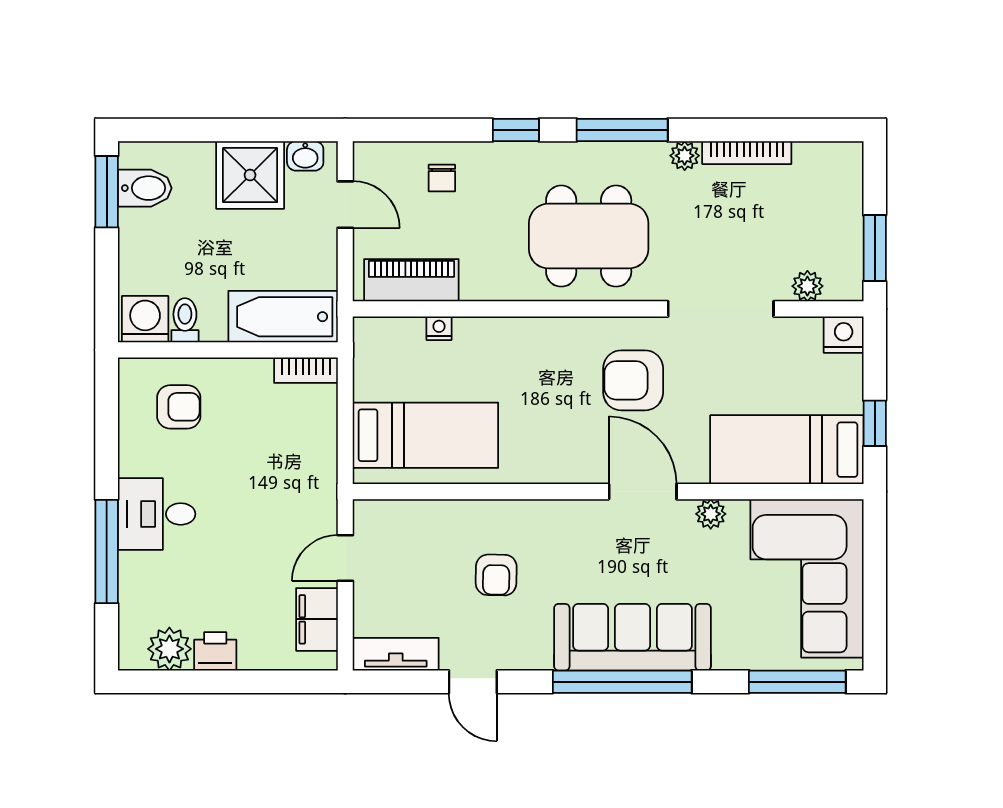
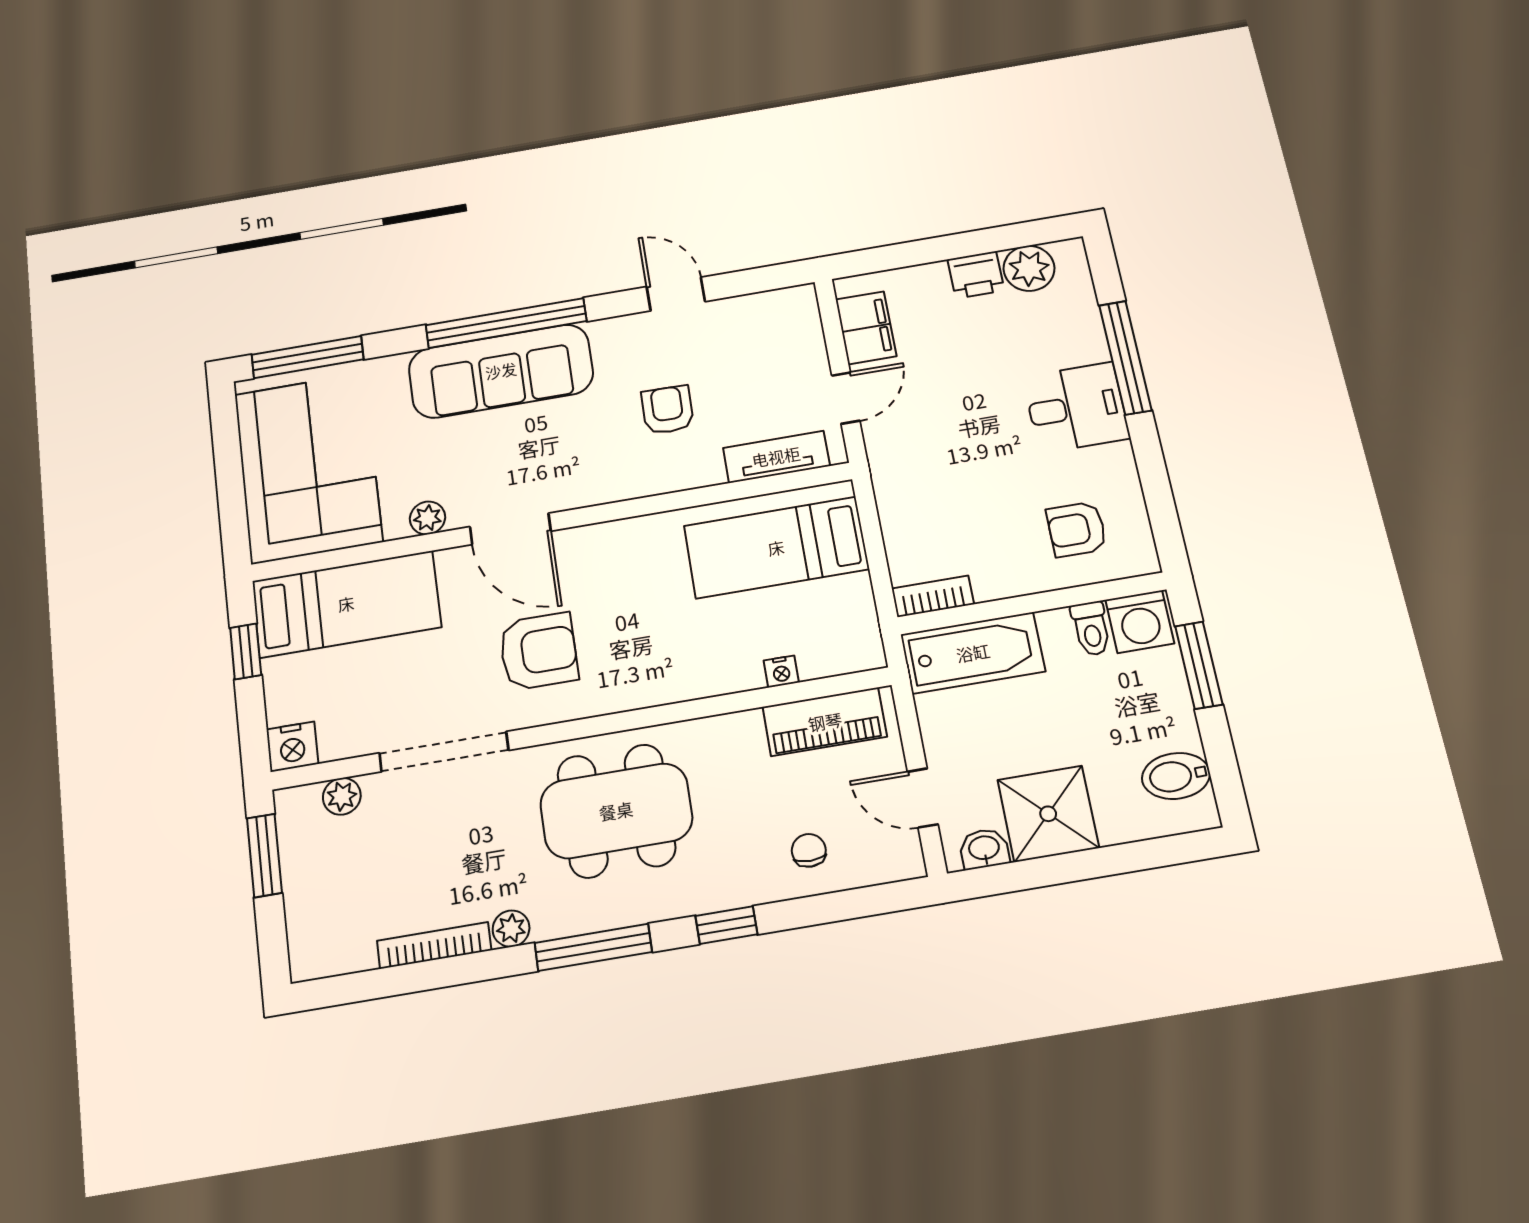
window: (107, 192) -> (1199, 665), moved
tv unit: (396, 654) -> (776, 457), moved, turned 180

